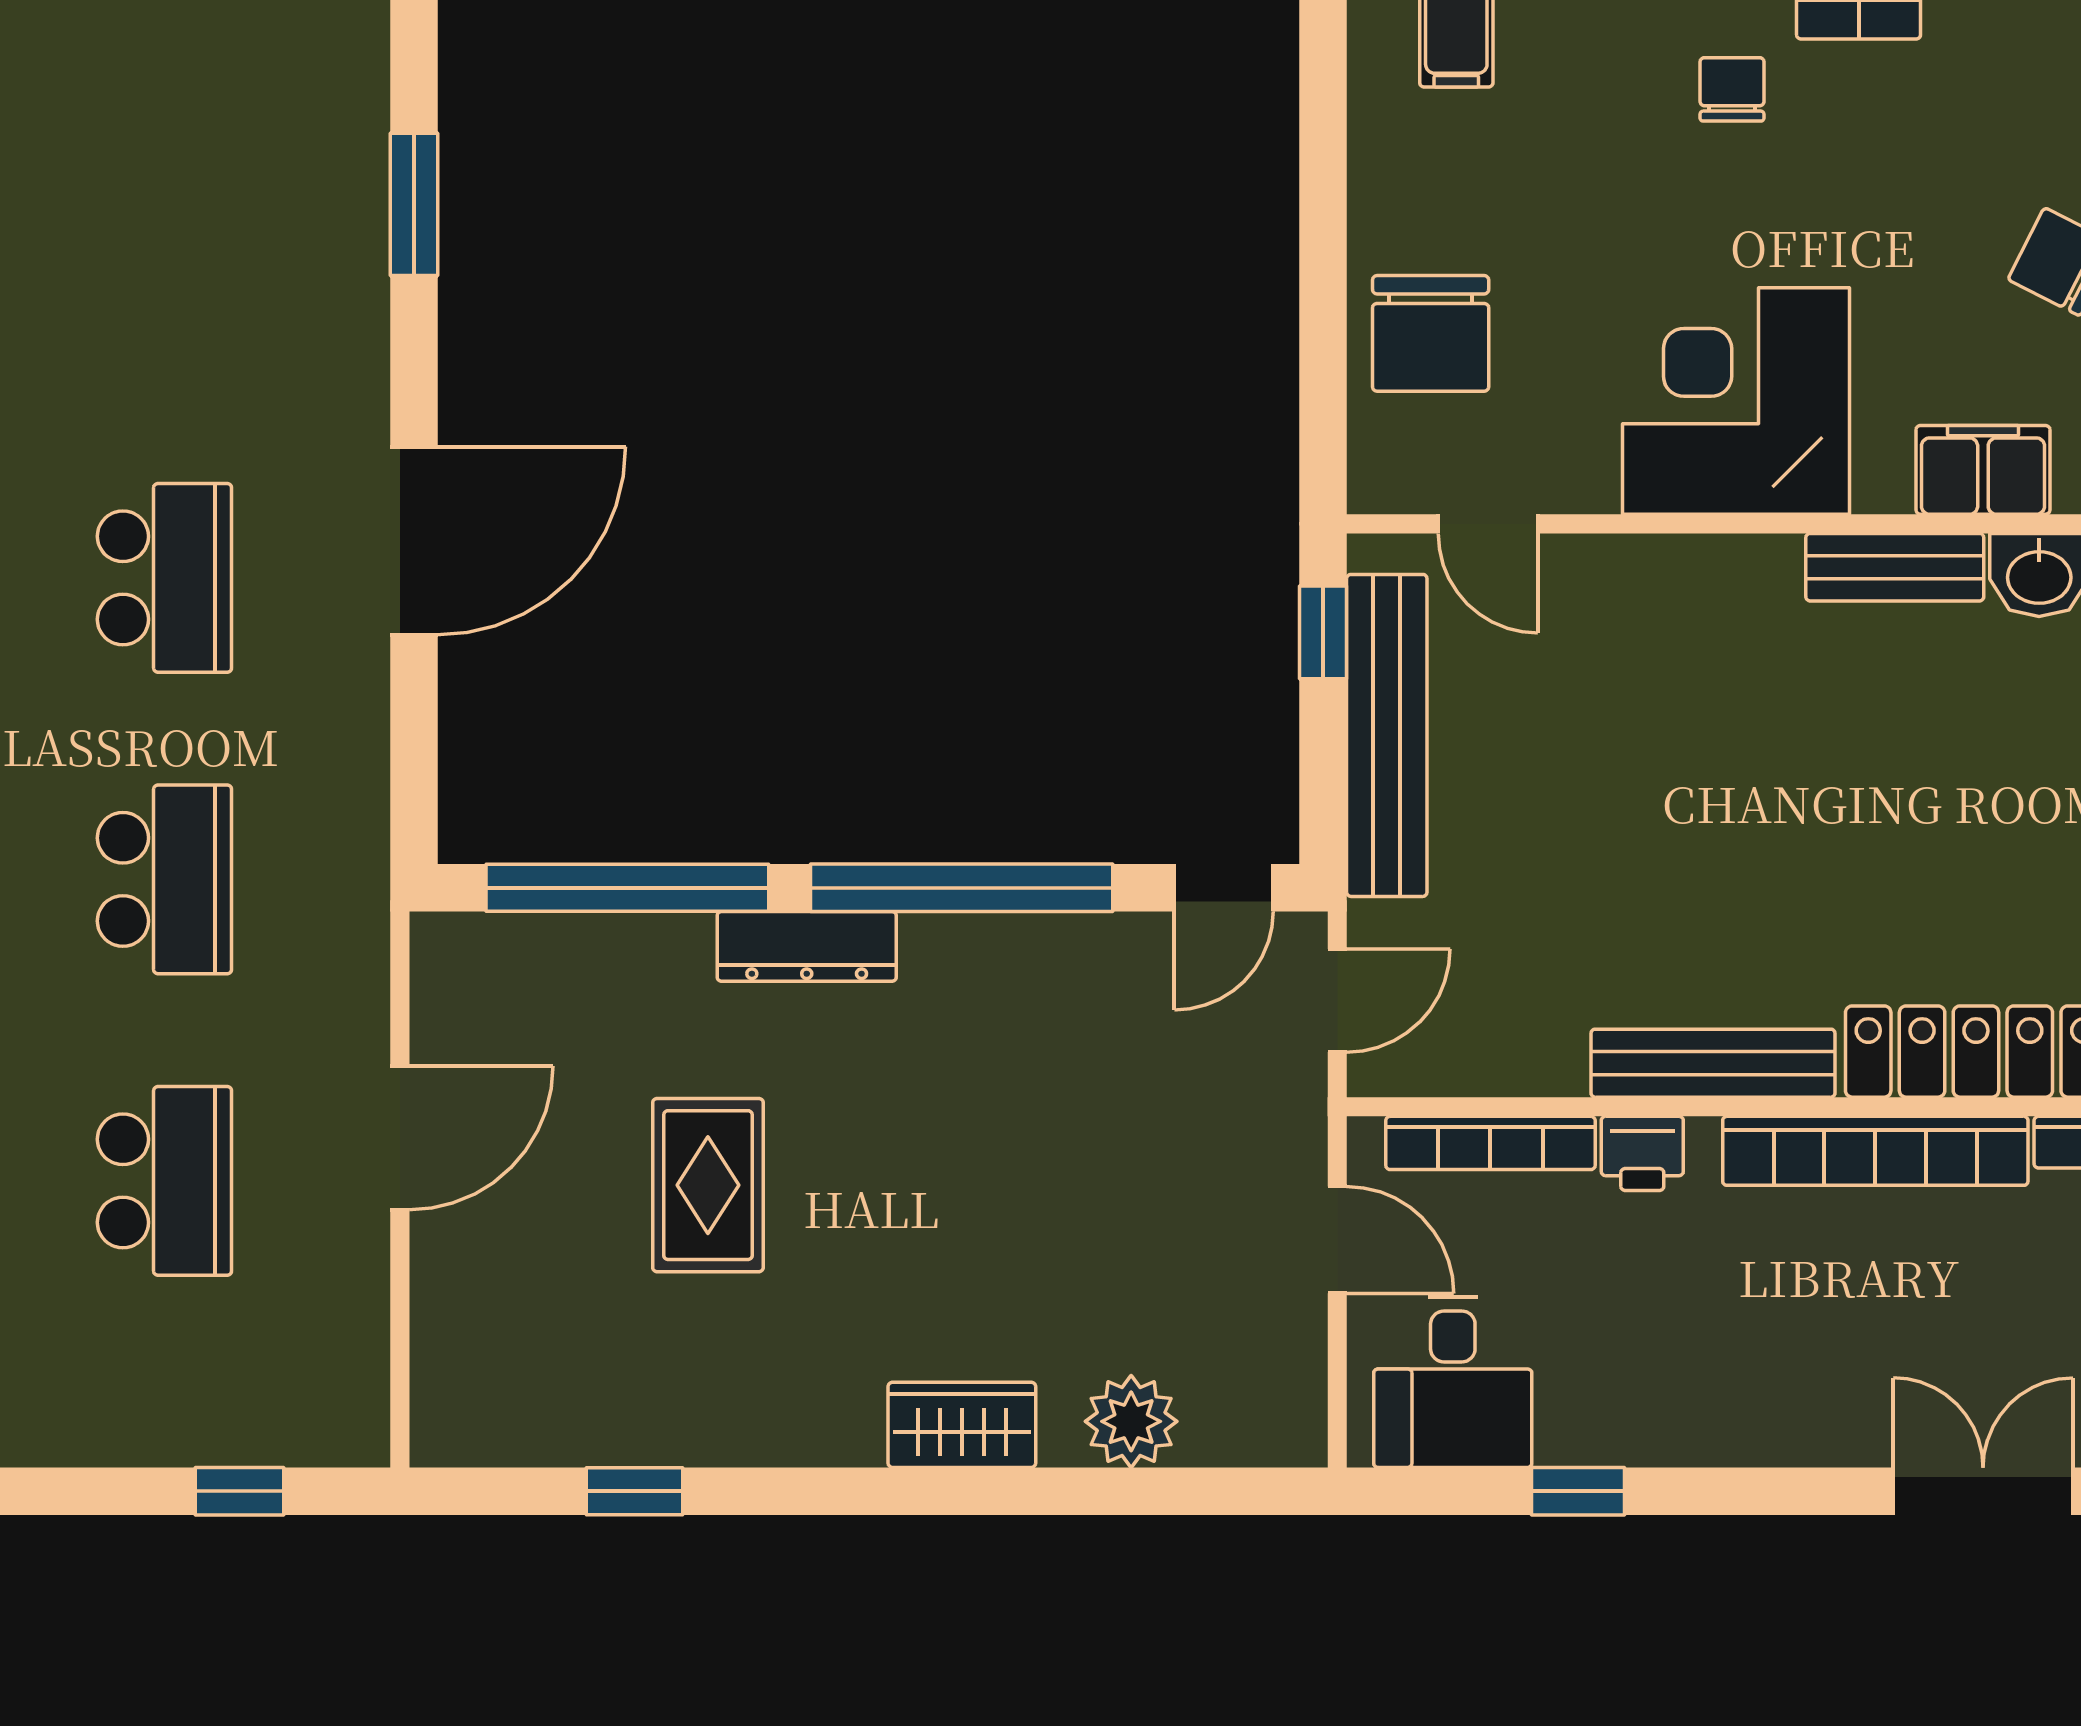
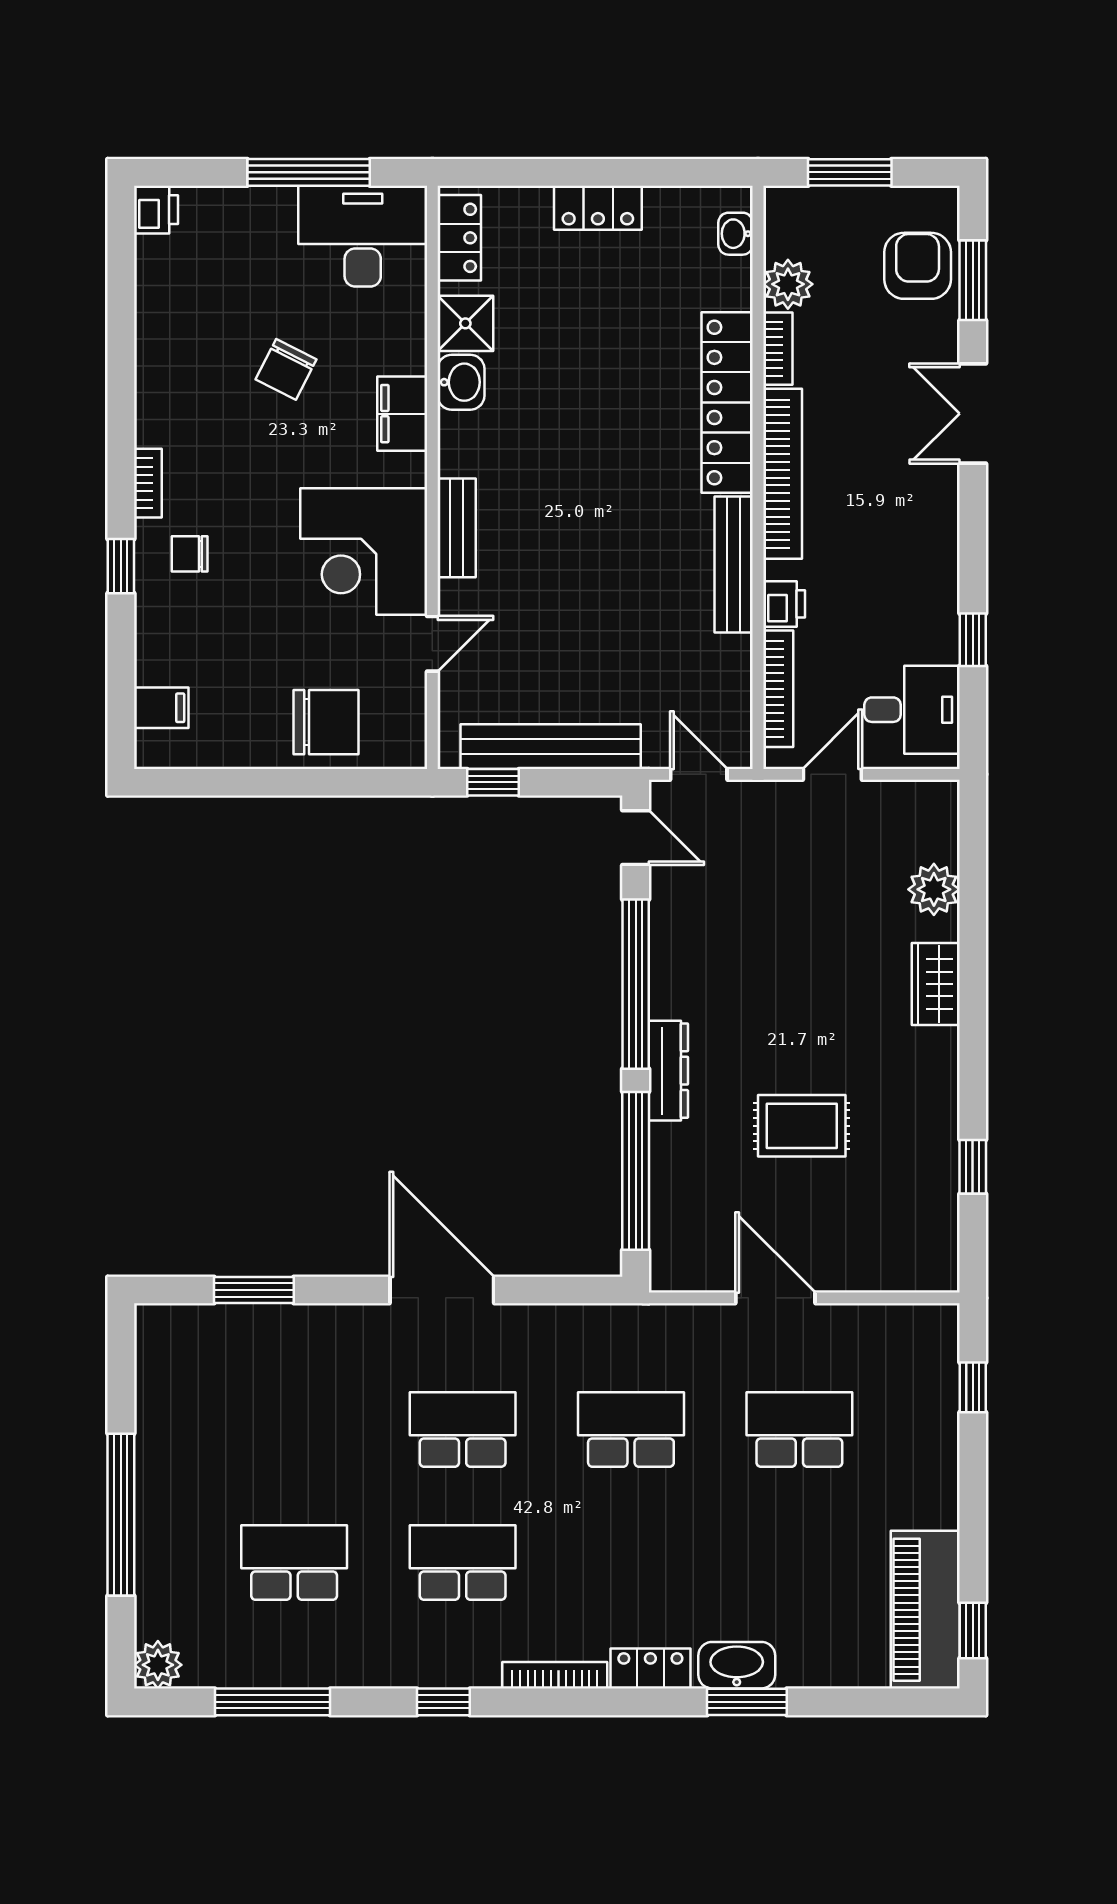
door: (1488, 524) -> (432, 644), moved
bench: (1895, 567) -> (457, 528), moved

